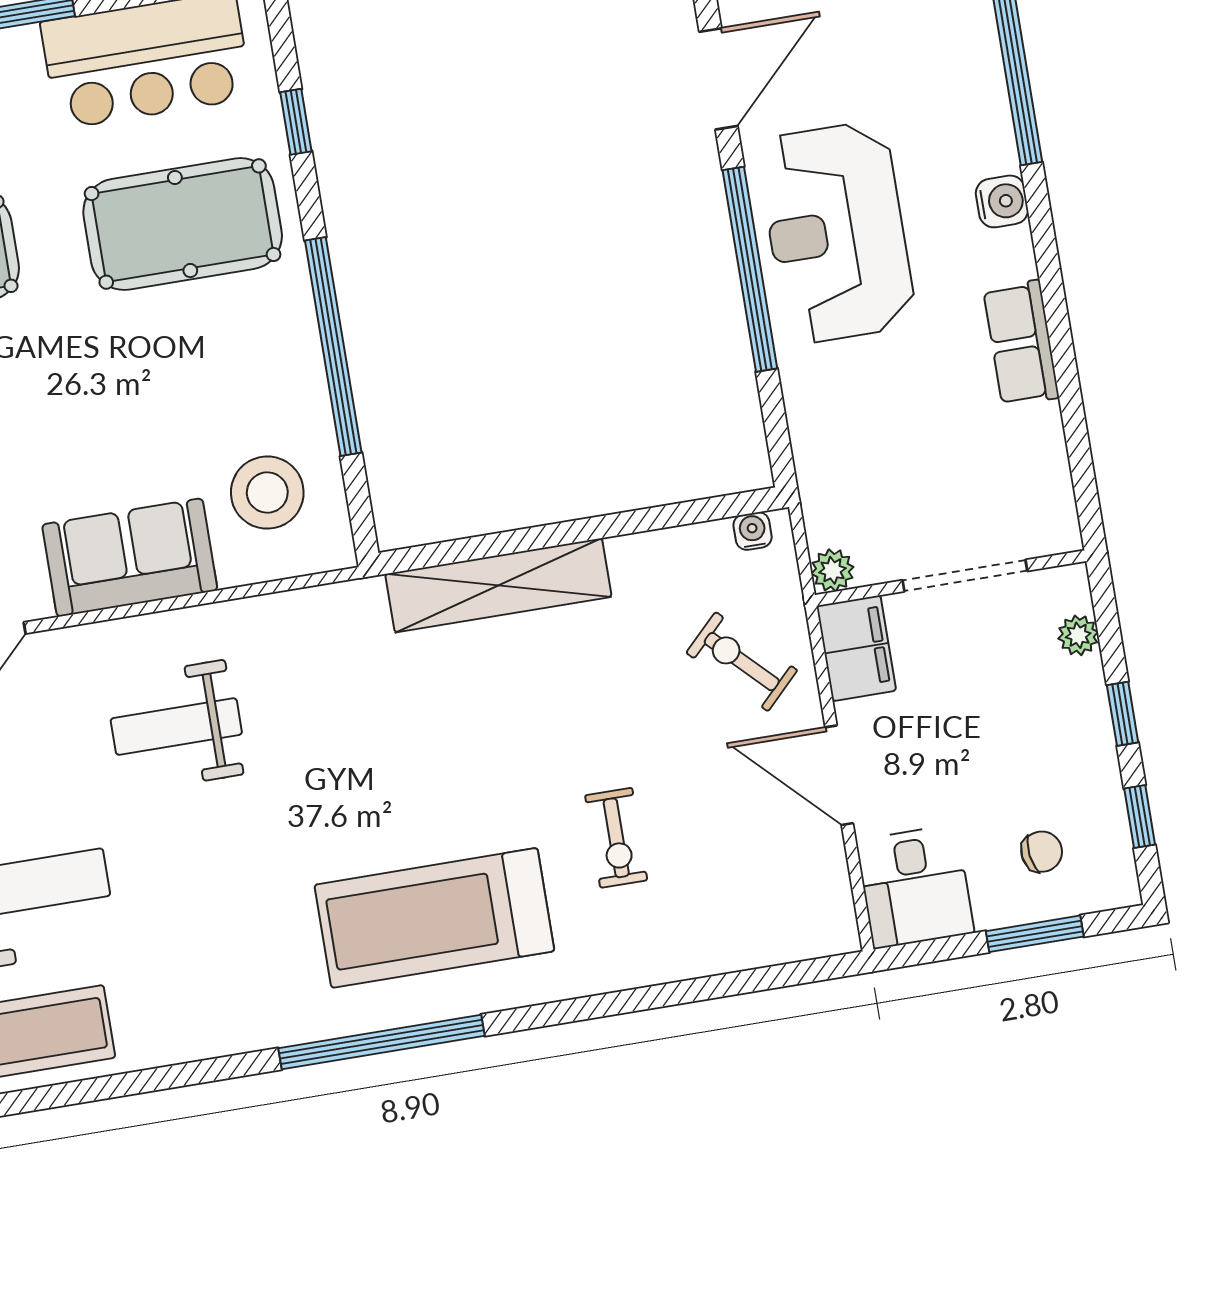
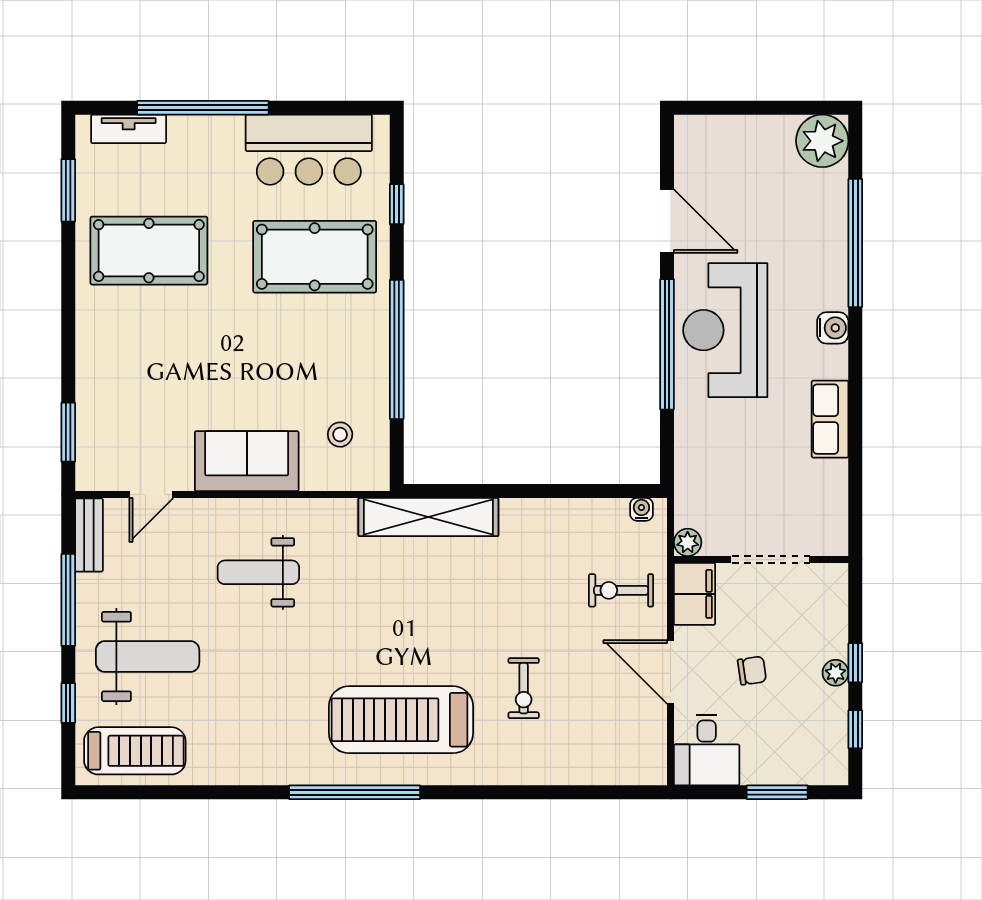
door: (718, 79) -> (667, 221), hinge flipped
stool: (267, 493) -> (340, 435), width x0.53, depth x0.53
shelving: (498, 585) -> (428, 517), moved
plant: (1078, 635) -> (836, 673), moved
exercise bike: (742, 662) -> (621, 590), turned -45
chair: (1042, 852) -> (752, 671), moved

